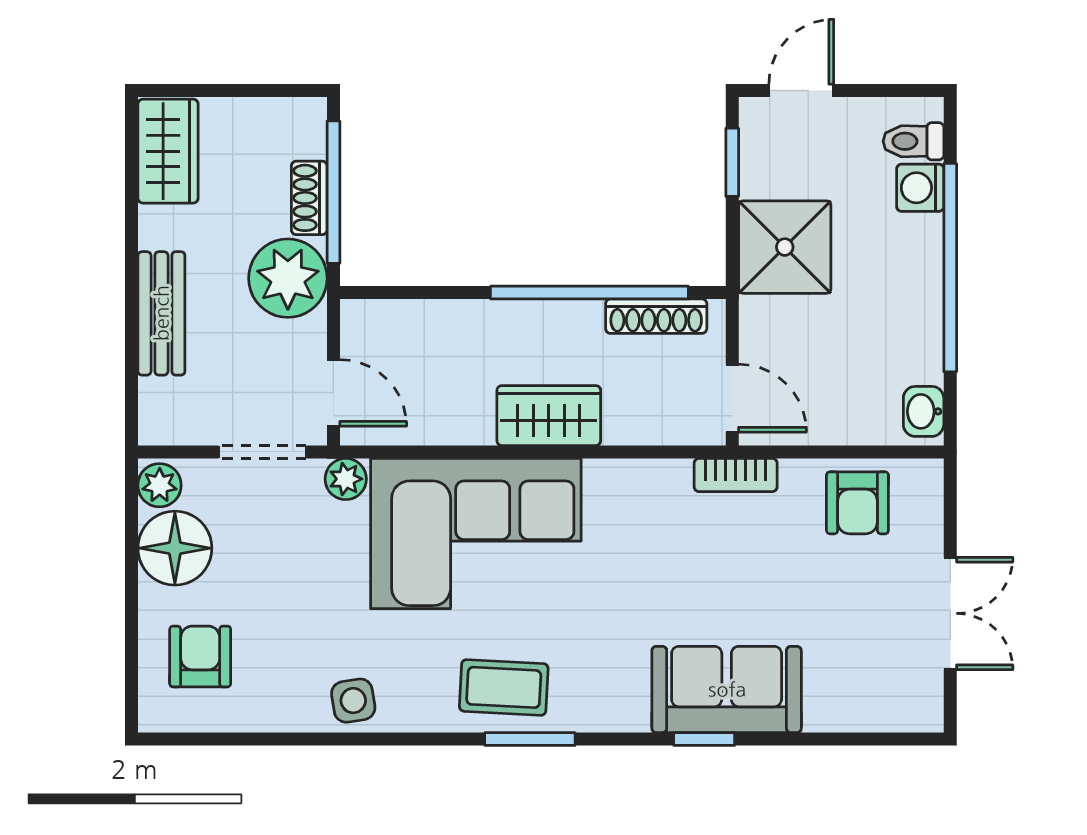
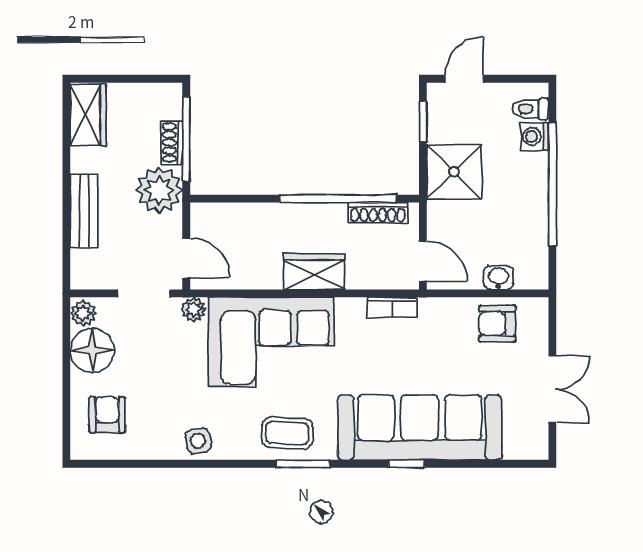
washbasin: (924, 411) -> (498, 278), moved, turned 90
bookcase: (736, 475) -> (392, 307), moved
armchair: (857, 503) -> (497, 324), turned 90
sofa: (727, 689) -> (420, 427), width x1.85, depth x1.27

